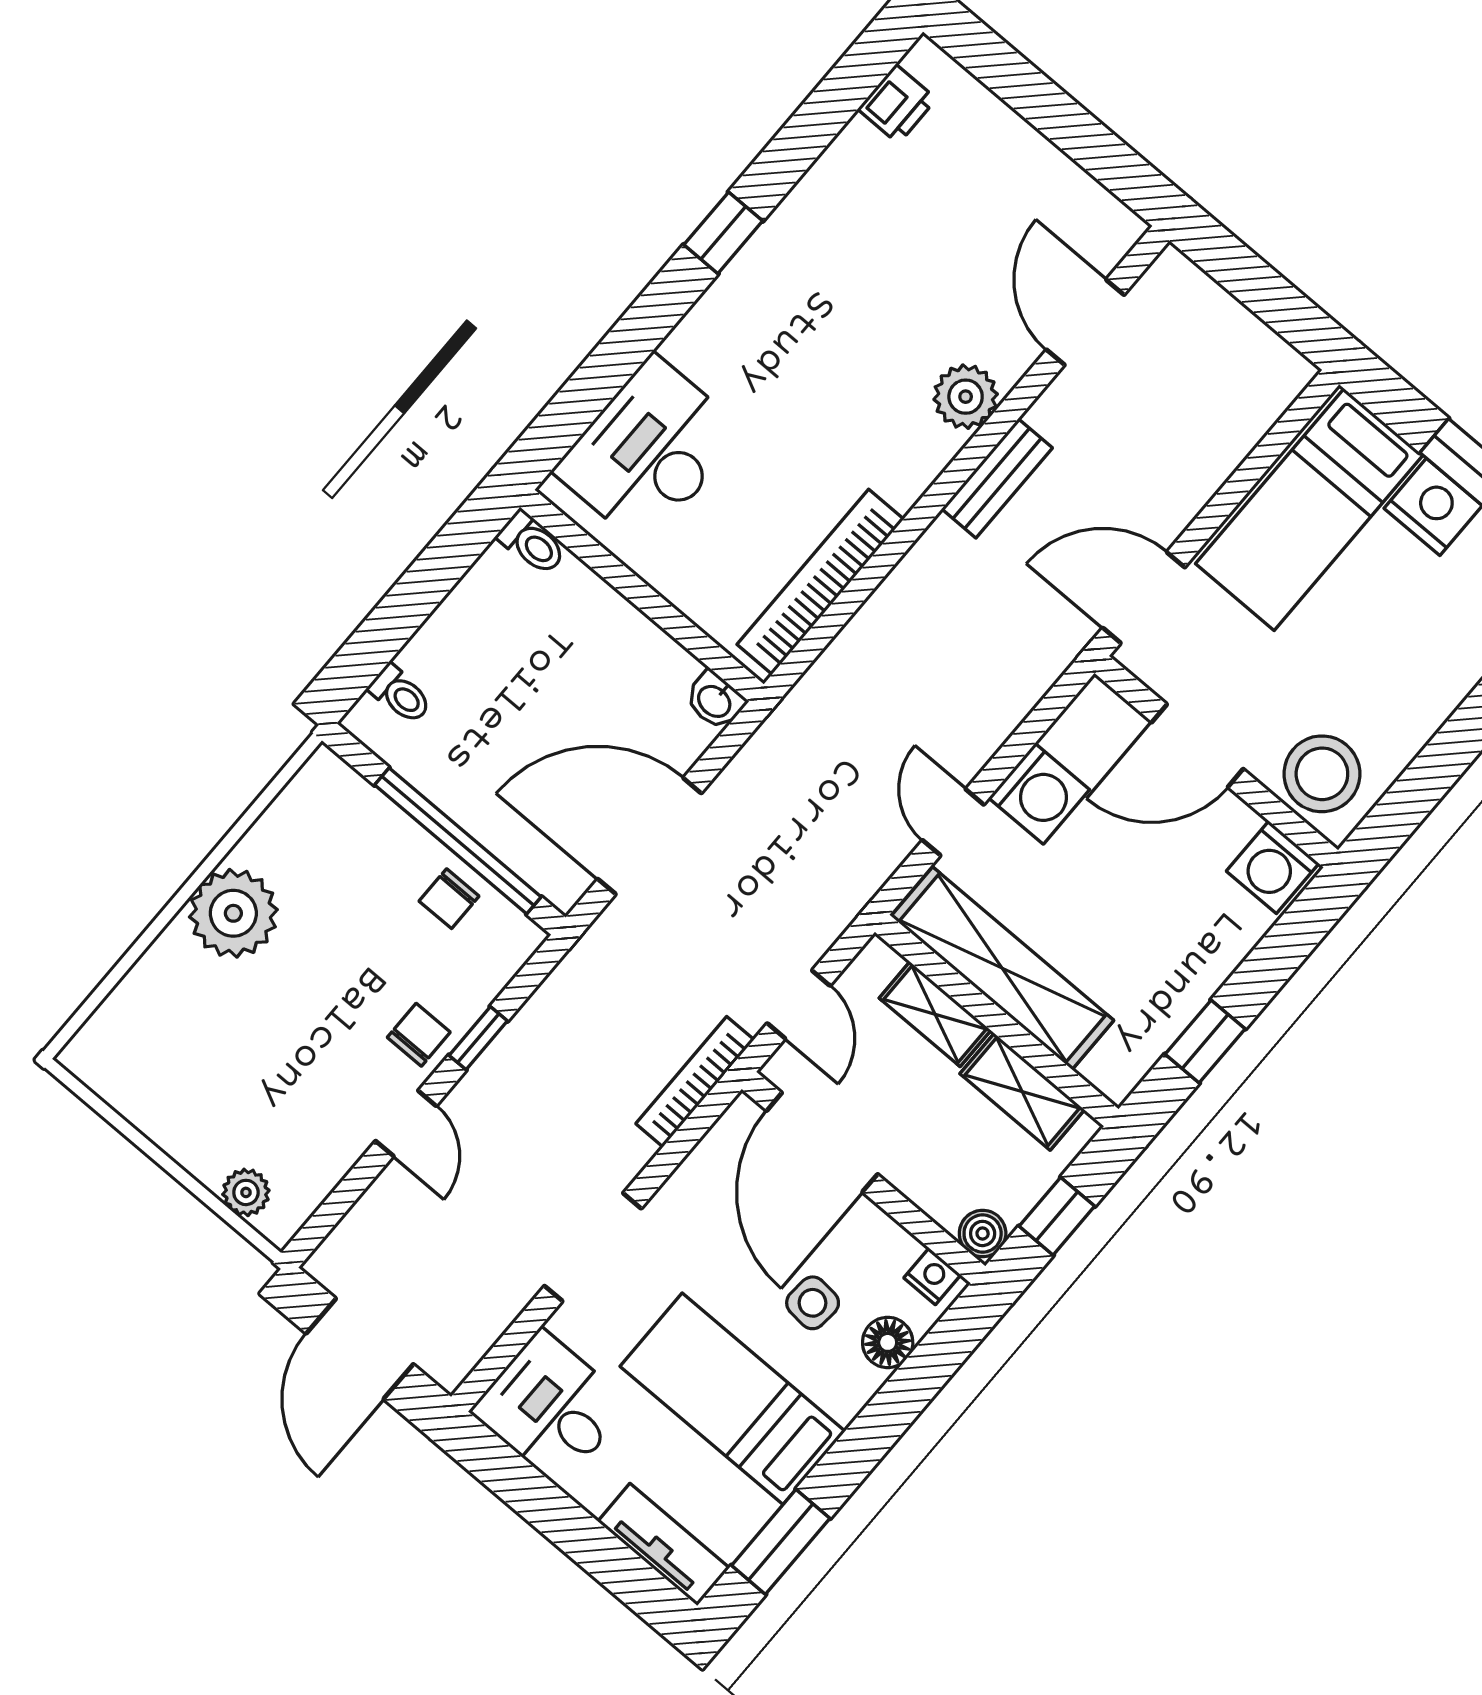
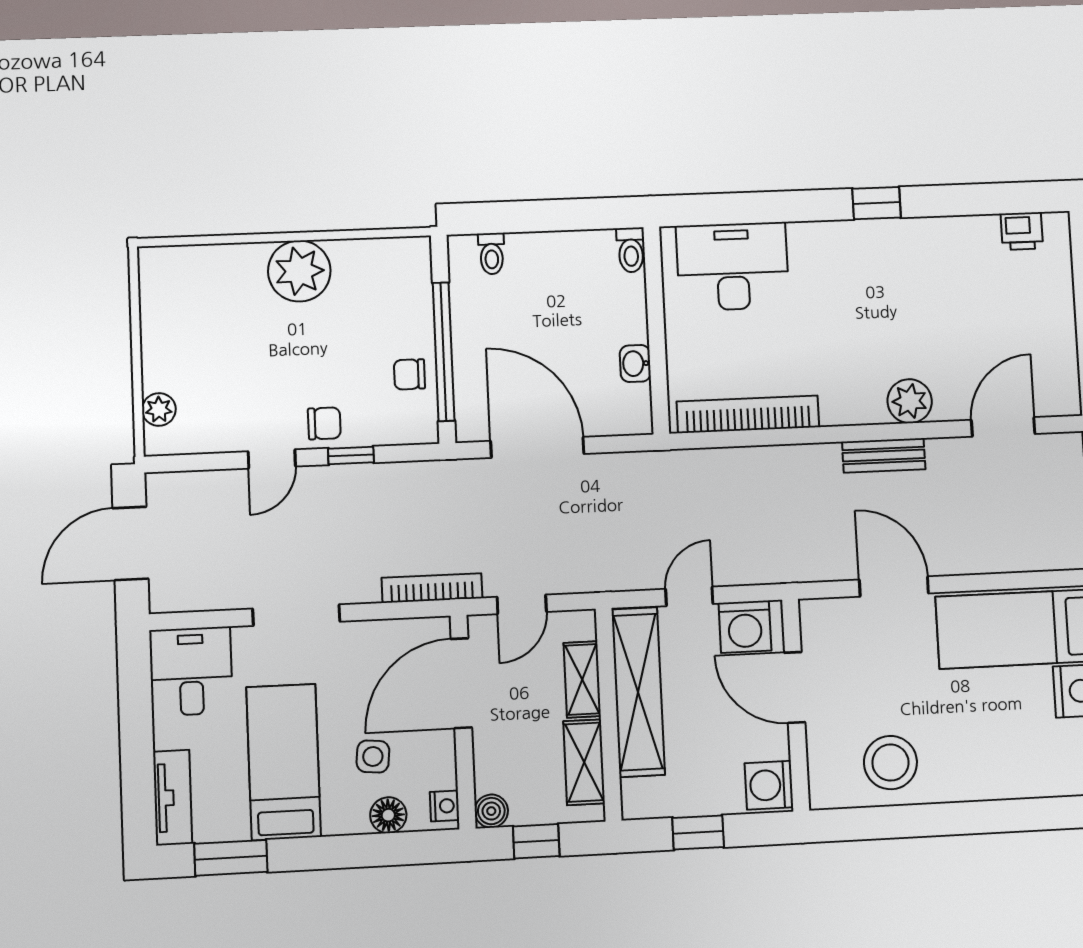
washbasin: (715, 700) -> (635, 364), moved
door: (1197, 746) -> (795, 687), moved
wall: (1216, 762) -> (796, 705), moved
washing machine: (1273, 867) -> (769, 785), moved

